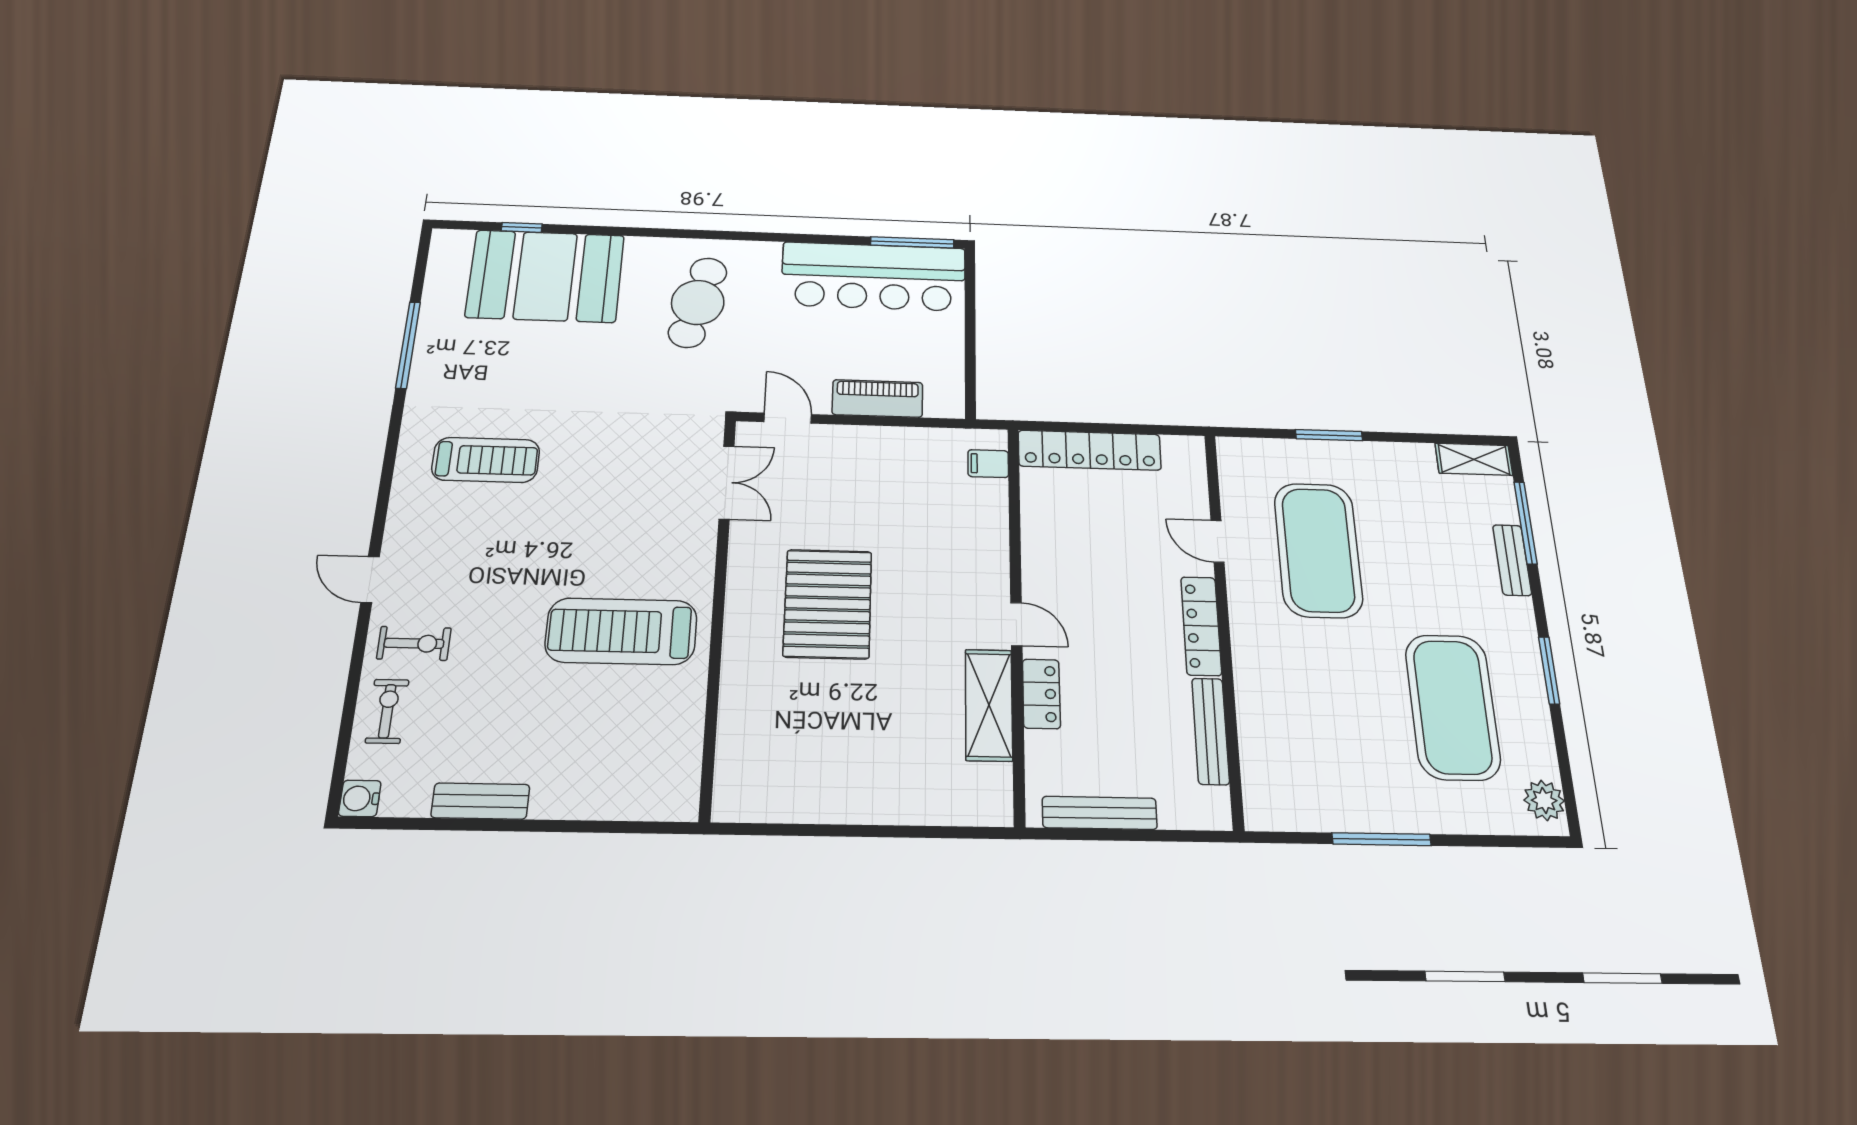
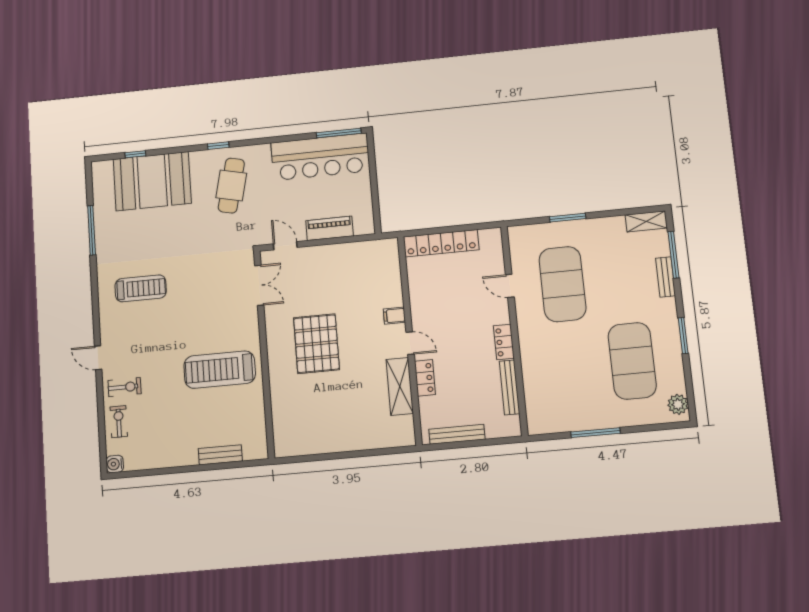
window: (683, 234) -> (218, 146), added
filing cabinet: (988, 464) -> (394, 316), moved
locker: (1201, 626) -> (504, 342), width x0.66
bench: (480, 801) -> (220, 455), moved

